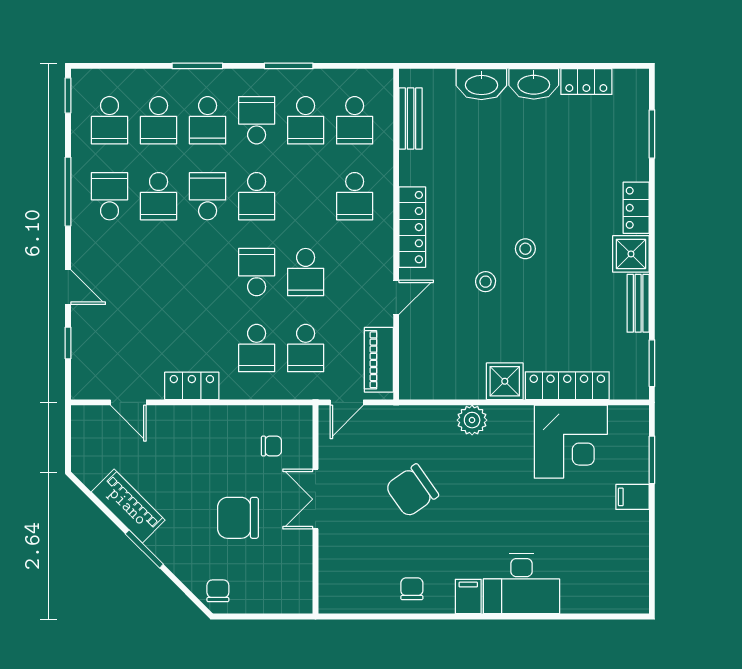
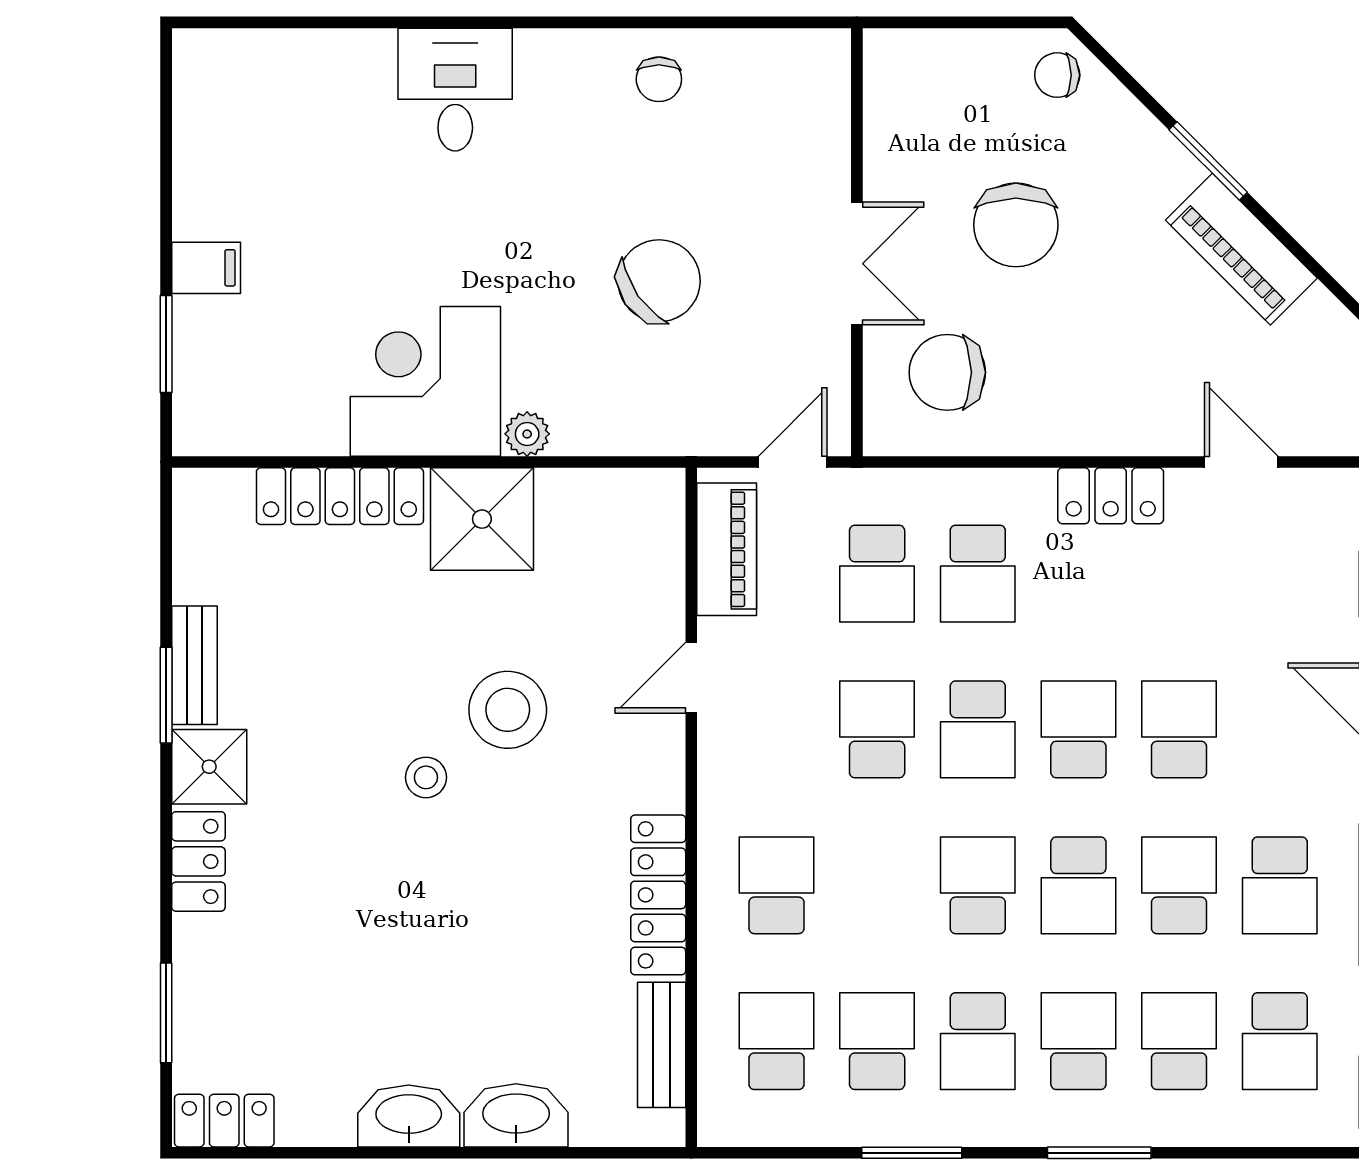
locker: (586, 82) -> (224, 1121), moved
school desk: (110, 120) -> (1280, 1041), turned 180
locker: (412, 227) -> (658, 895), moved
school desk: (159, 272) -> (1179, 729), added
school desk: (208, 272) -> (1078, 729), added
stool: (486, 282) -> (508, 710), width x1.89, depth x1.89
school desk: (257, 348) -> (978, 574), turned 180
school desk: (306, 348) -> (877, 574), turned 180
window: (652, 363) -> (166, 695), moved
shower: (505, 381) -> (482, 519), width x1.36, depth x1.36
plant: (472, 420) -> (527, 434), width x0.73, depth x0.73
corner desk: (571, 442) -> (425, 381), moved
chair: (271, 446) -> (947, 372), width x1.87, depth x1.87
chair: (238, 518) -> (1016, 225), turned 90
desk: (521, 584) -> (455, 90), width x0.73
chair: (218, 591) -> (1057, 75), turned 90
filing cabinet: (468, 597) -> (543, 63), removed

